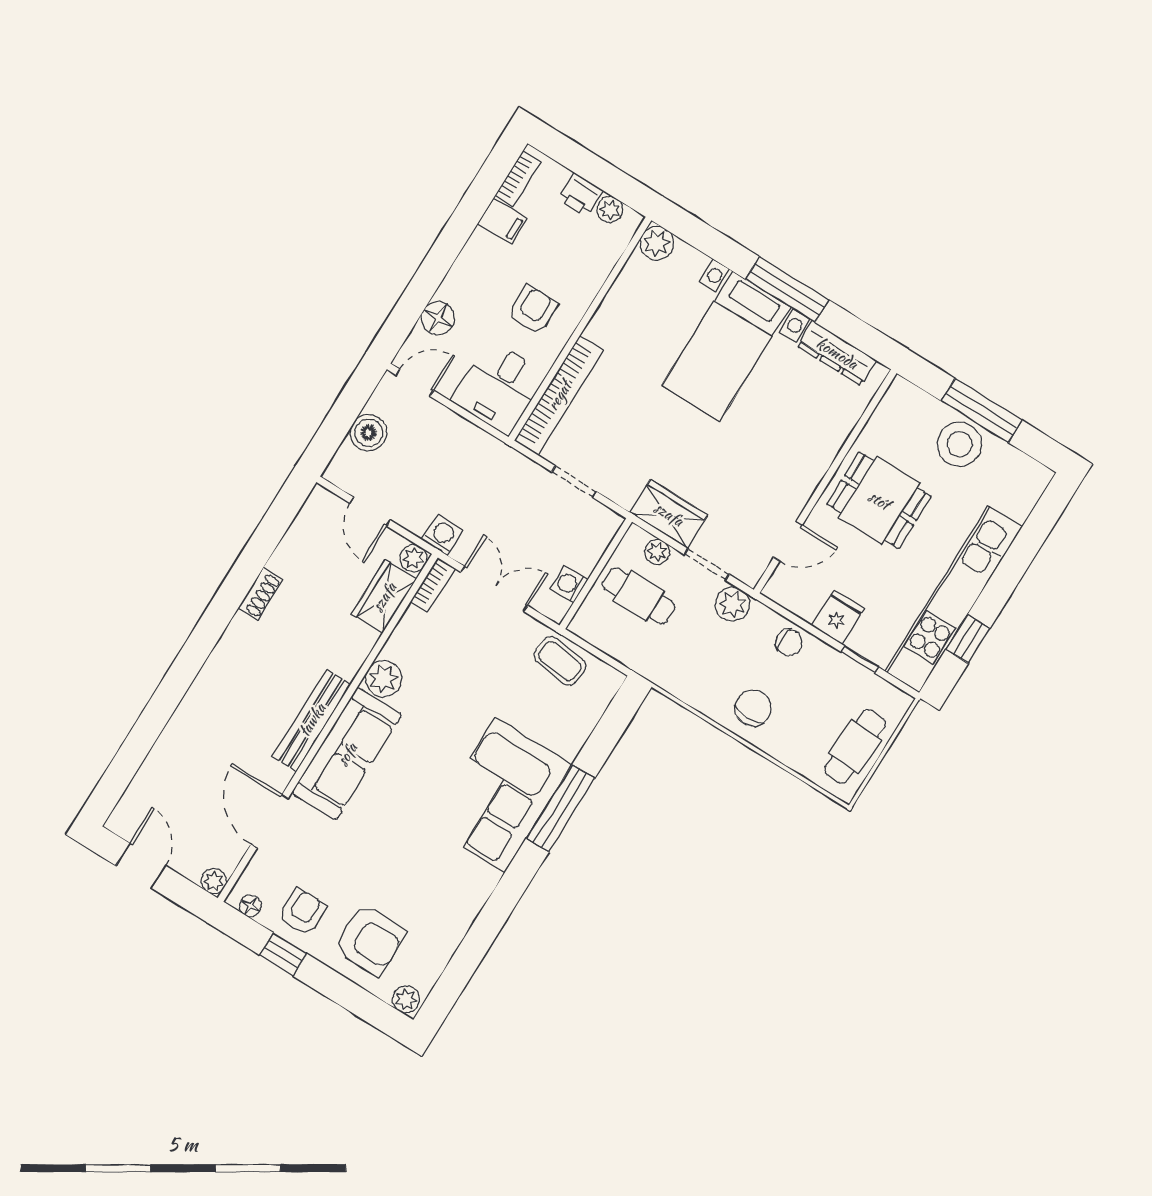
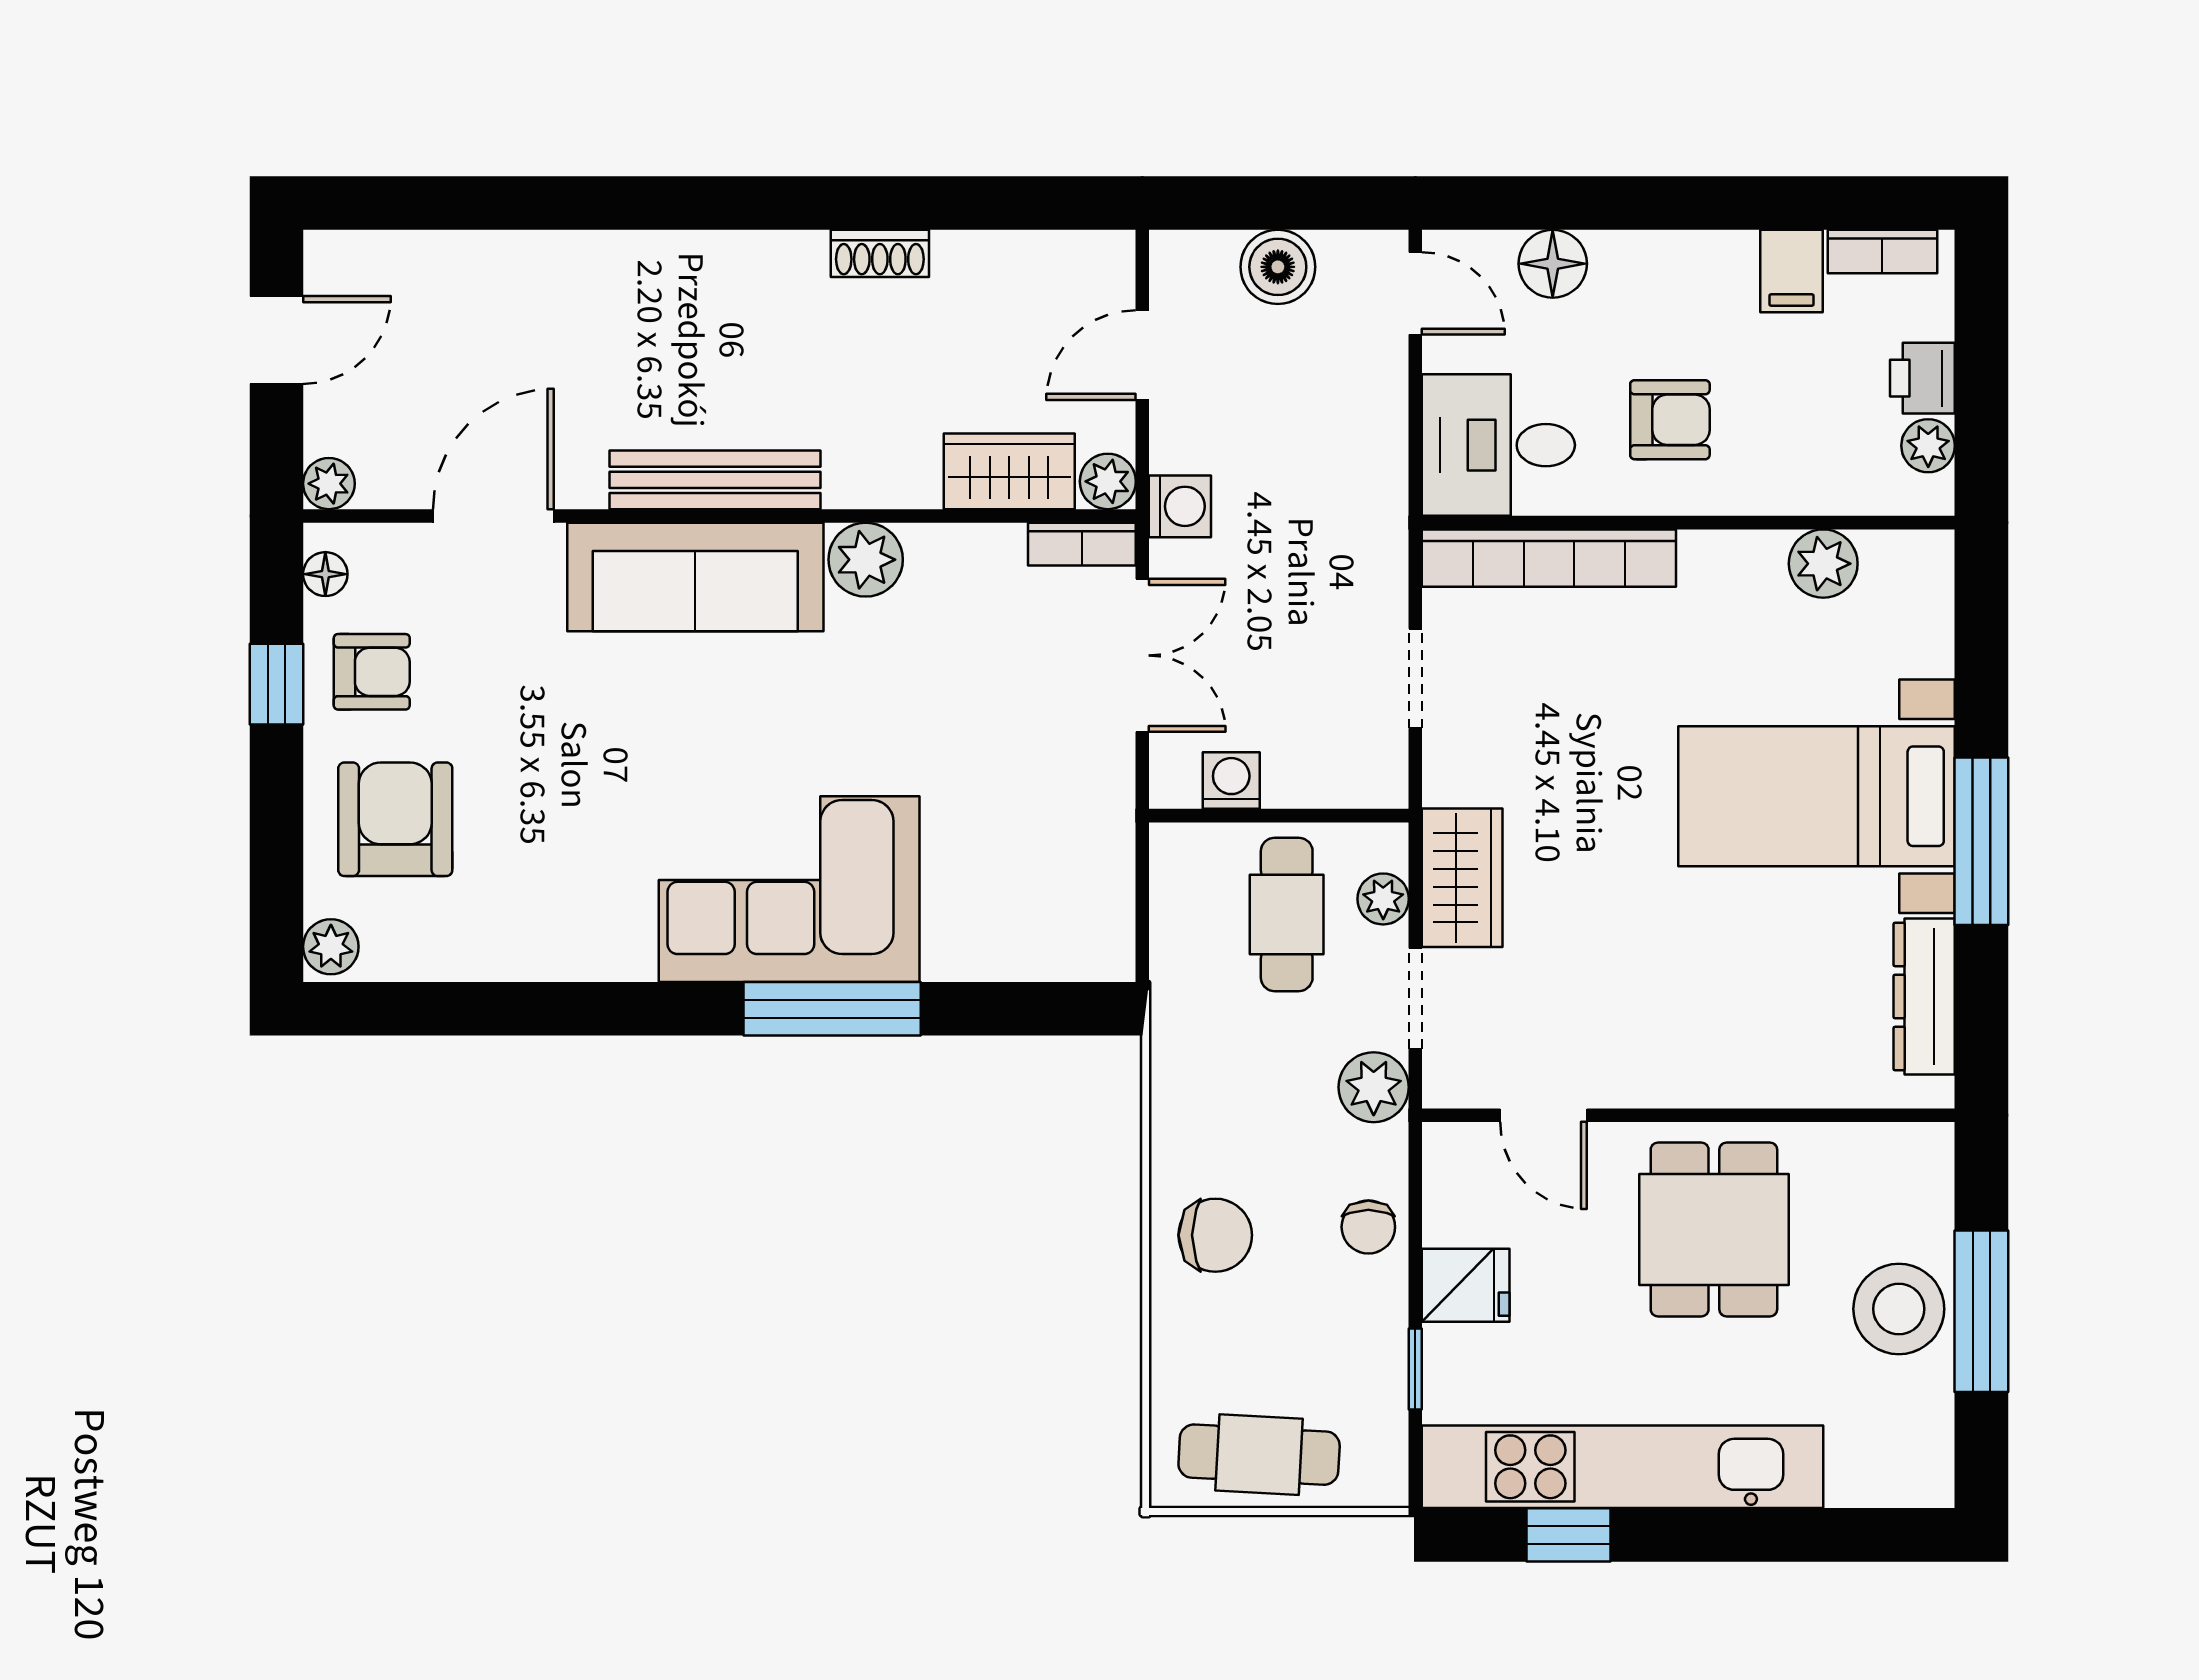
plant: (657, 243) -> (1823, 564), moved
coffee table: (560, 661) -> (1088, 848), removed
armchair: (370, 940) -> (395, 819), turned 180

